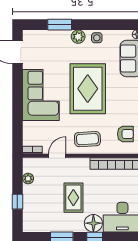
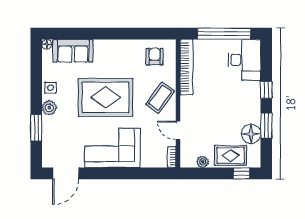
coffee table: (87, 139) -> (160, 98), turned 39
rug: (73, 198) -> (231, 155), moved
window: (17, 202) -> (241, 173), moved
floor lamp: (93, 223) -> (251, 134), moved

